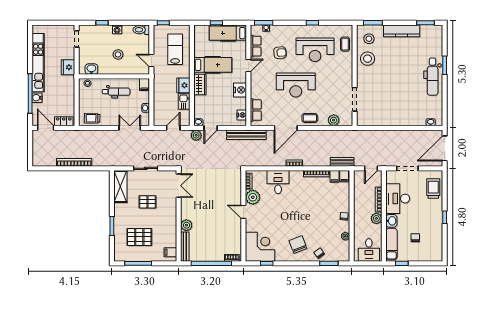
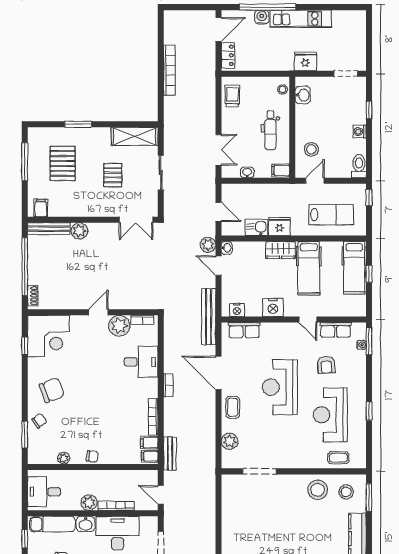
hospital bed: (228, 33) -> (354, 268), moved, turned 180
stool: (118, 54) -> (311, 149), moved
kitchen unit: (38, 63) -> (301, 19), width x0.73

